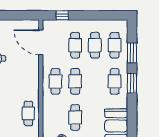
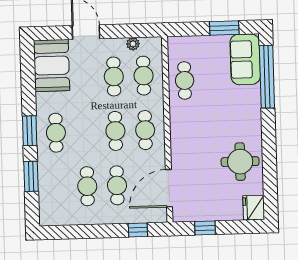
window: (18, 15) -> (205, 228), added
door: (41, 42) -> (169, 188), swing flipped
cafe table: (115, 45) -> (144, 76), moved

